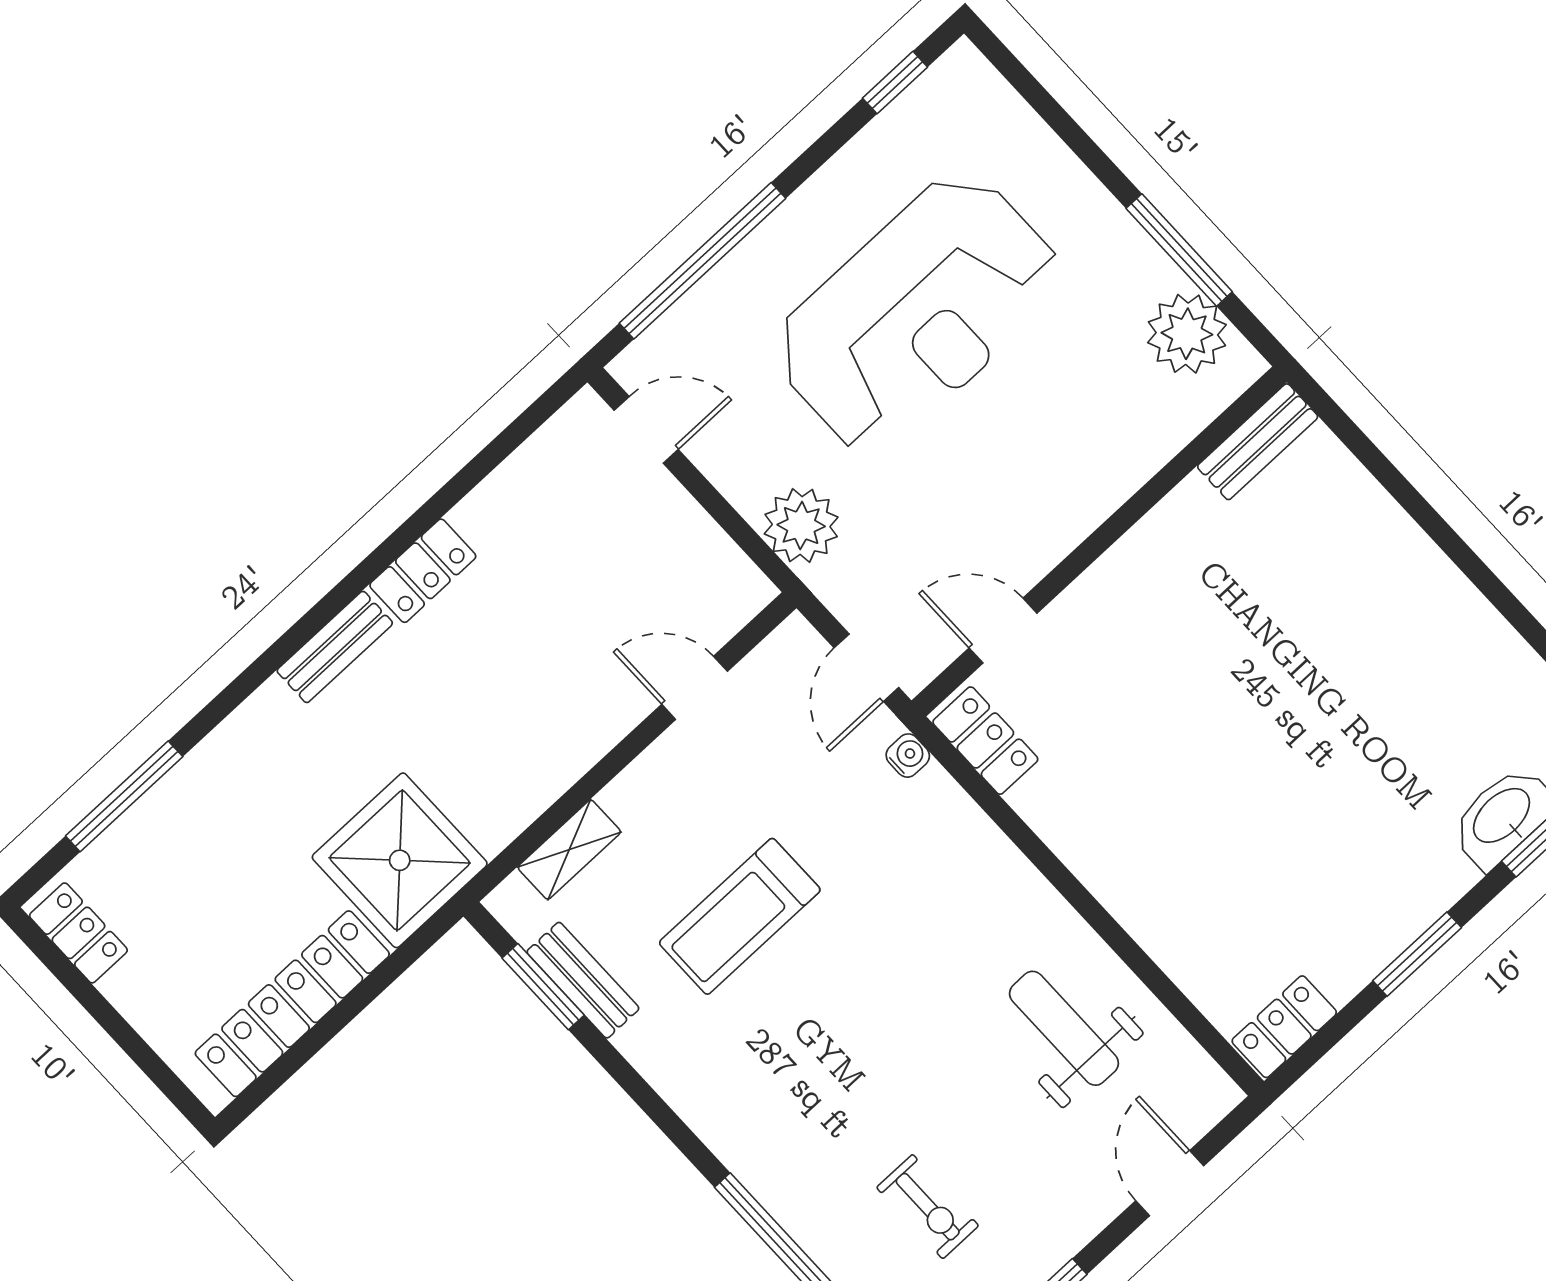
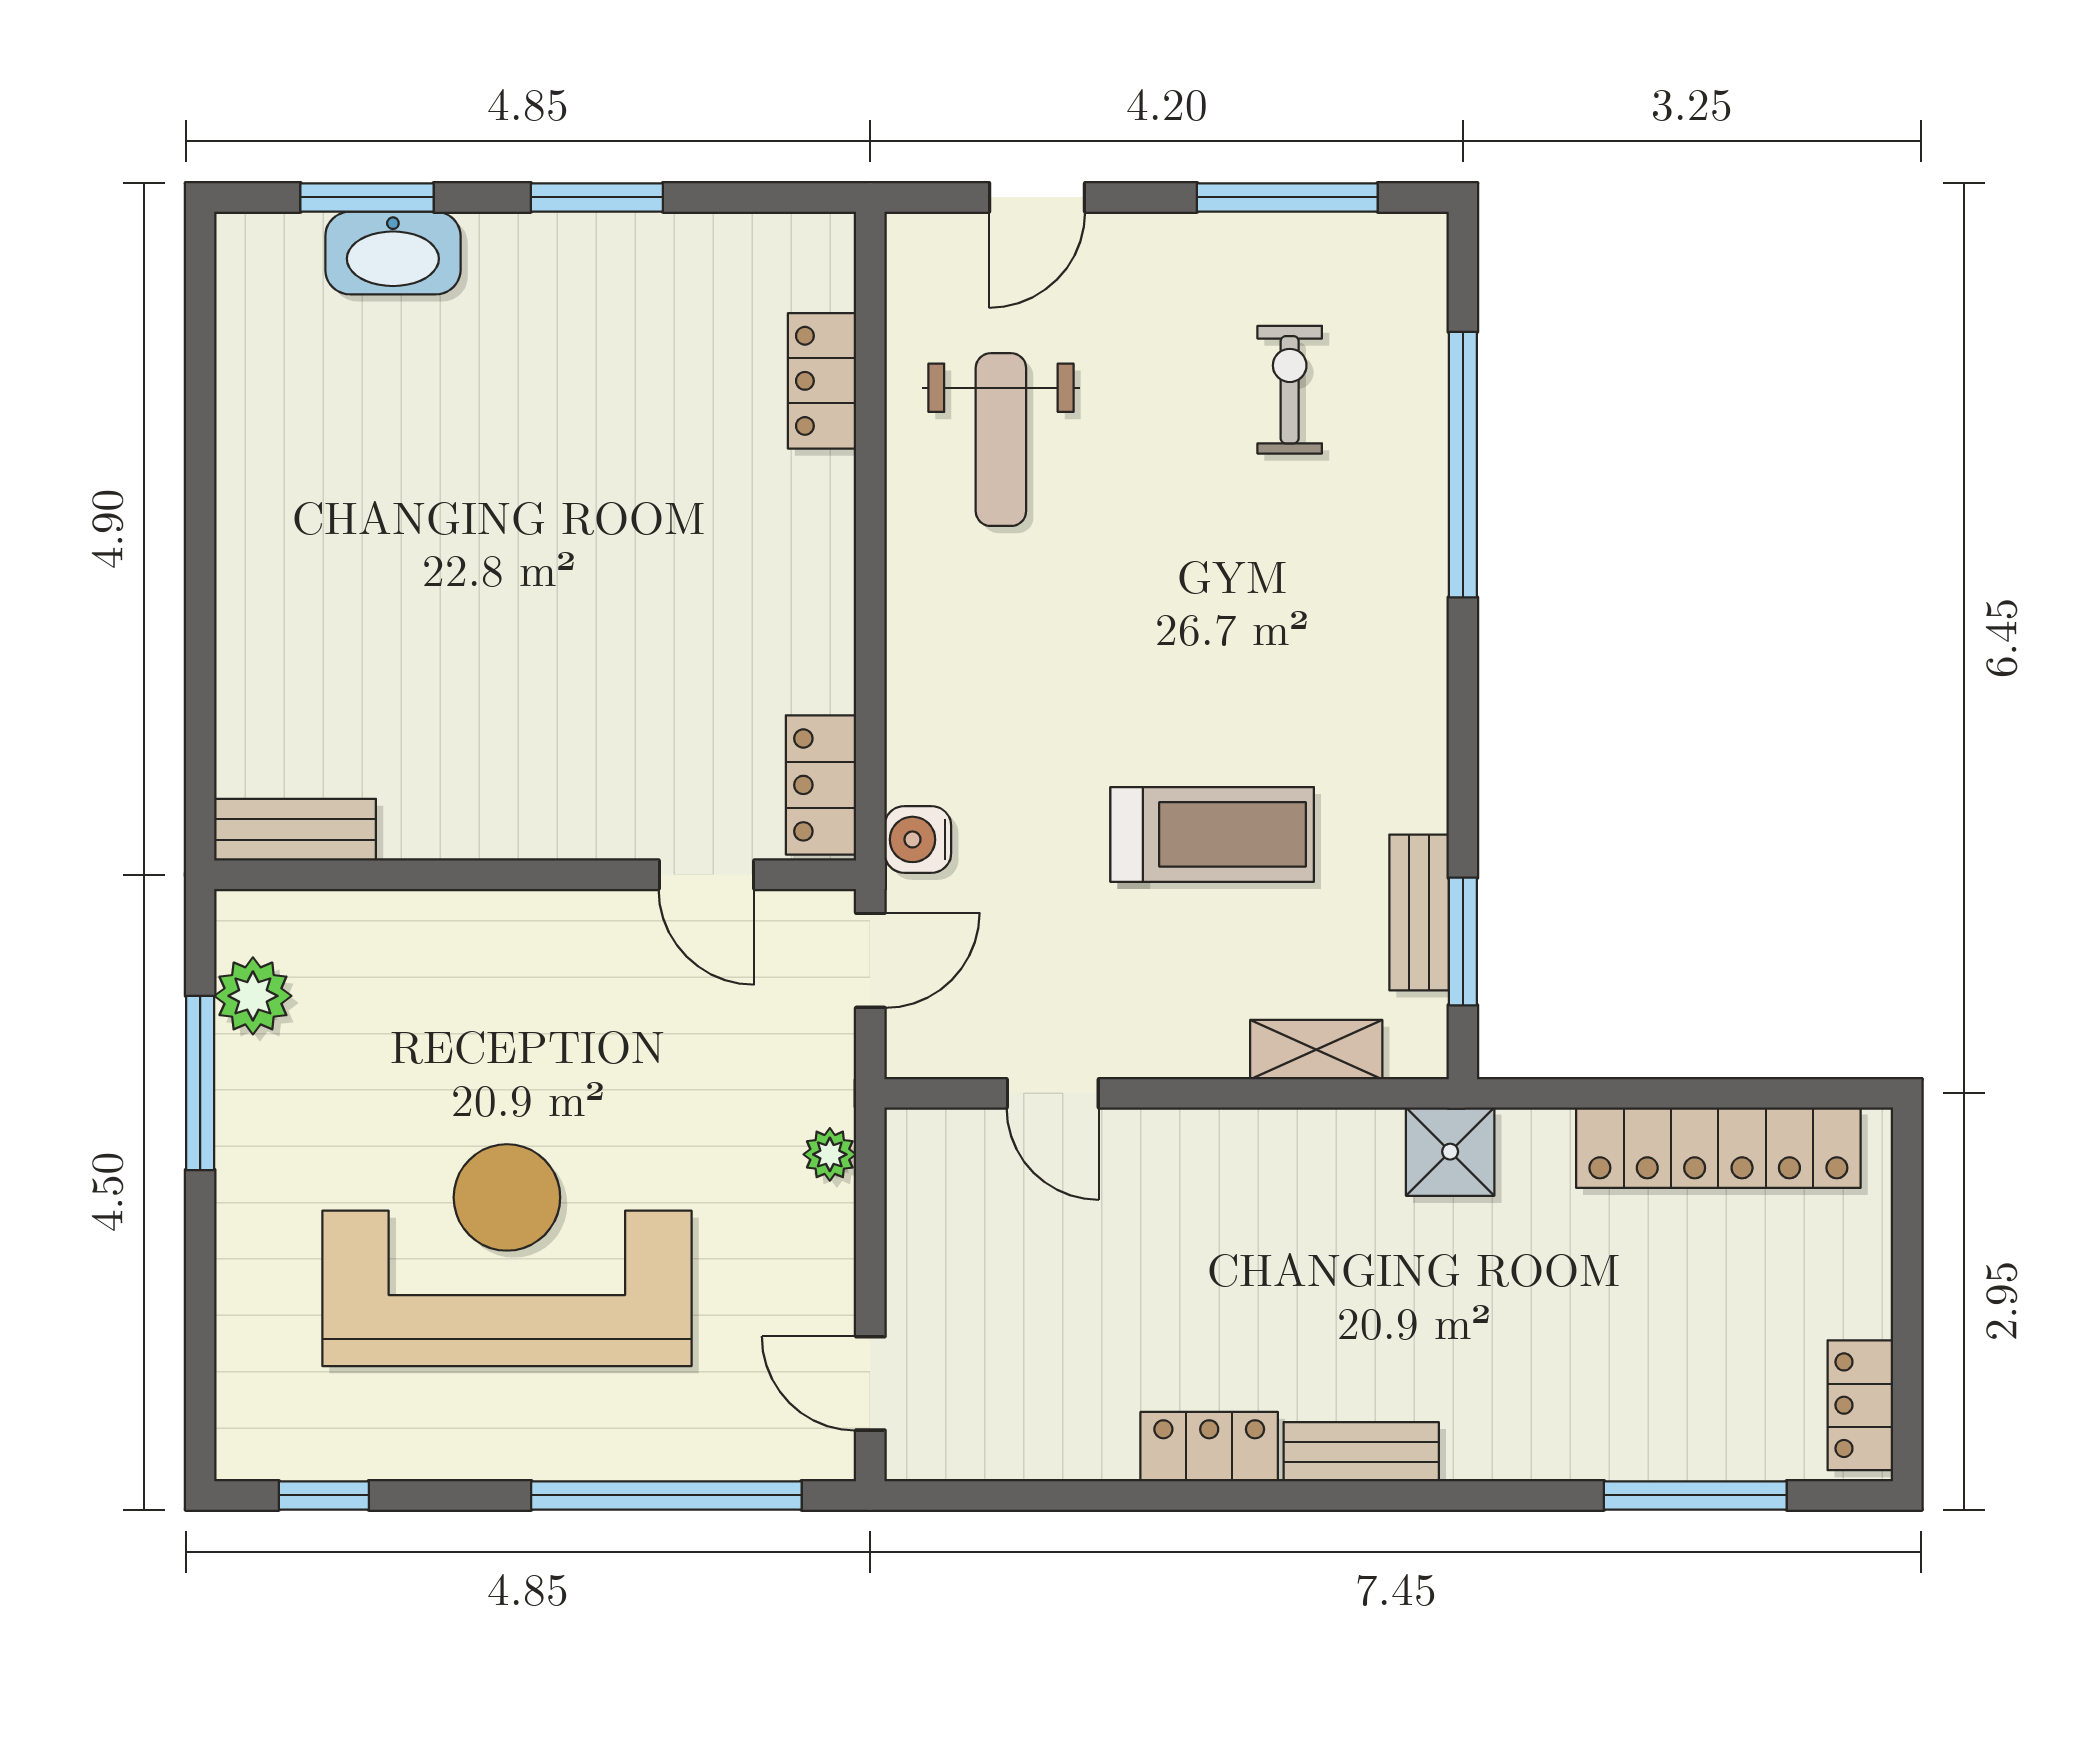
plant: (1187, 334) -> (253, 996), width x0.73, depth x0.73
plant: (801, 525) -> (830, 1154), width x0.53, depth x0.53
water cooler: (908, 756) -> (918, 839), width x1.38, depth x1.38
shower: (400, 860) -> (1450, 1152), width x0.54, depth x0.54
locker: (1284, 1027) -> (822, 381), moved, turned 90

